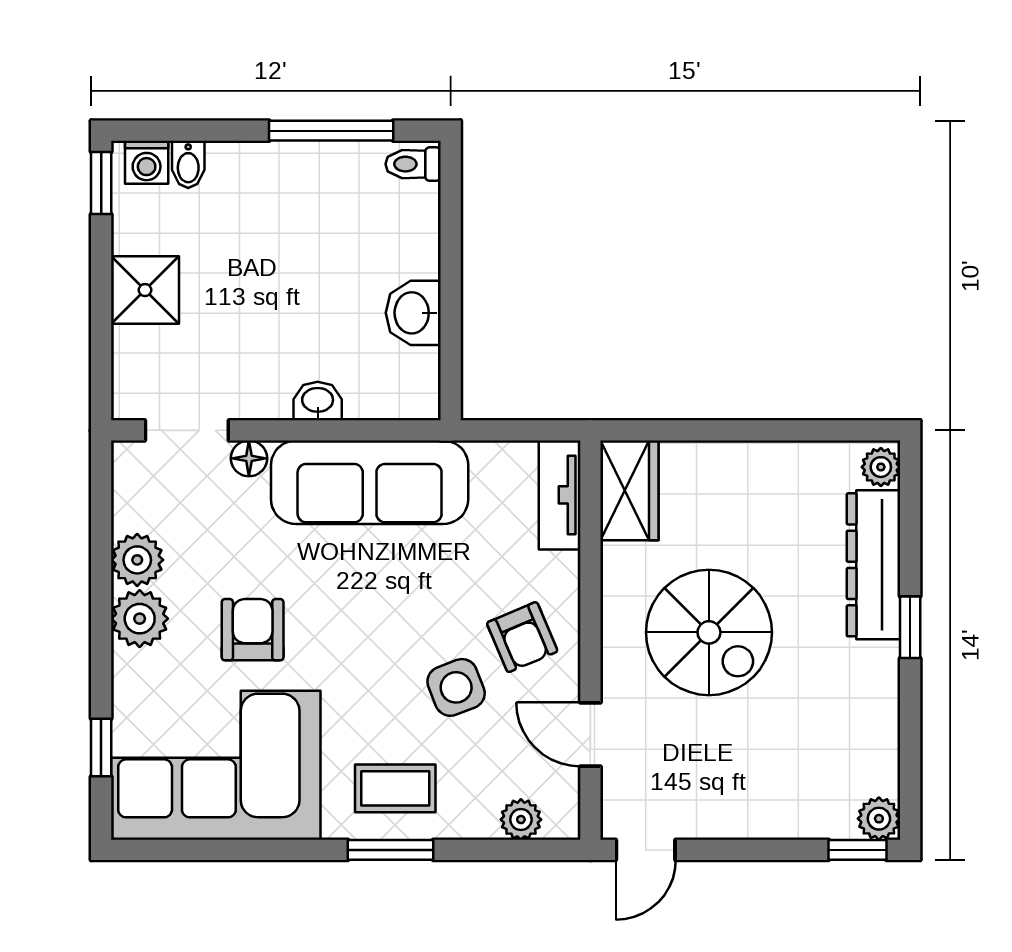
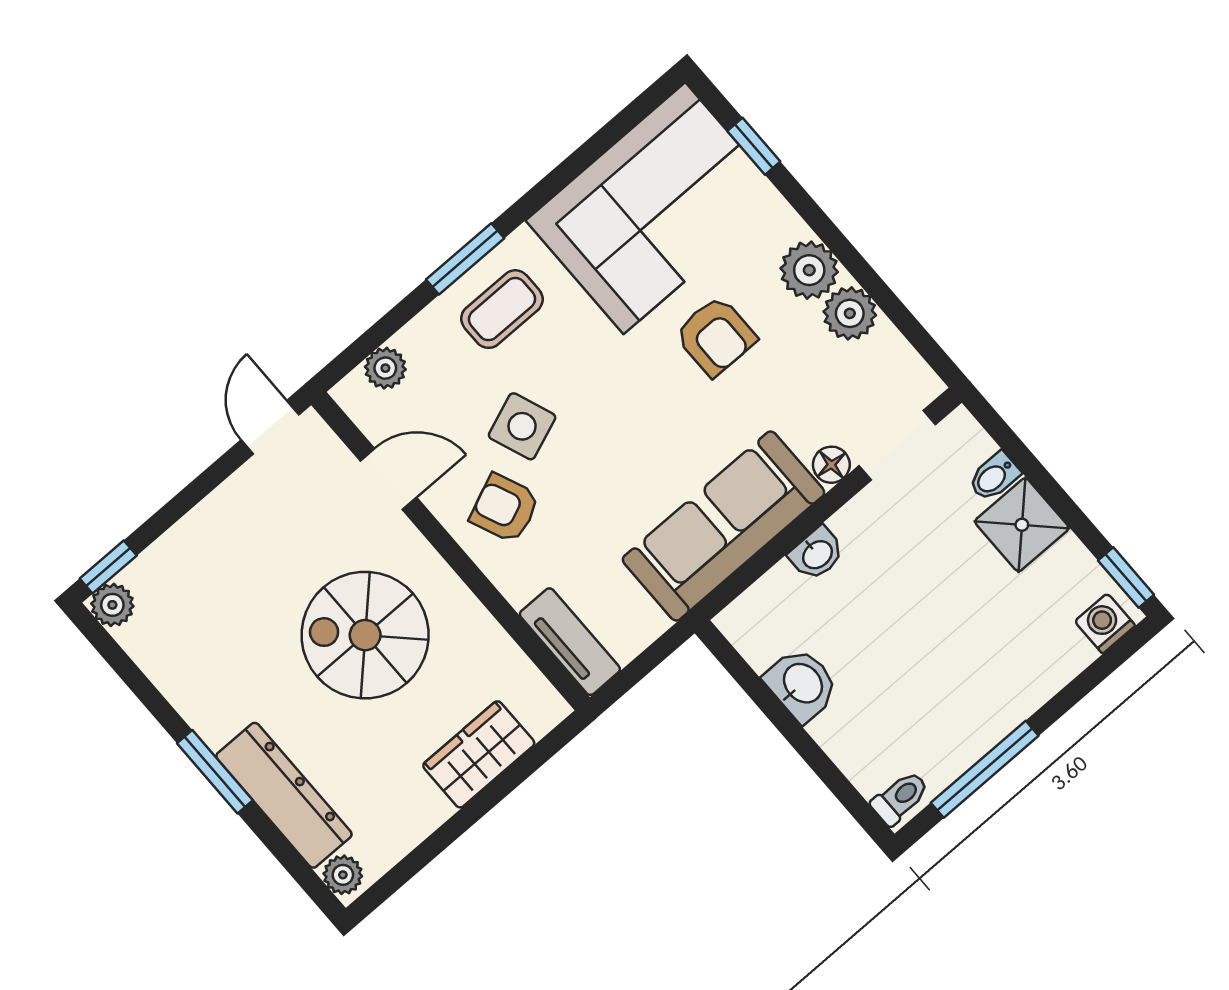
bidet: (188, 164) -> (994, 477), moved, turned -90
wardrobe: (629, 490) -> (479, 754), moved, turned 90
window: (910, 627) -> (215, 772), width x1.50

